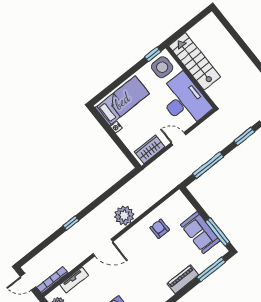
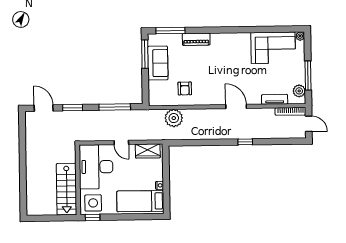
plant: (124, 216) -> (174, 118), moved

